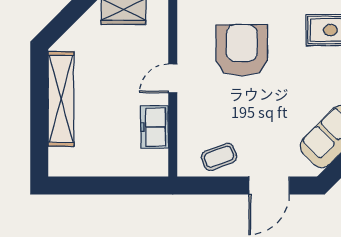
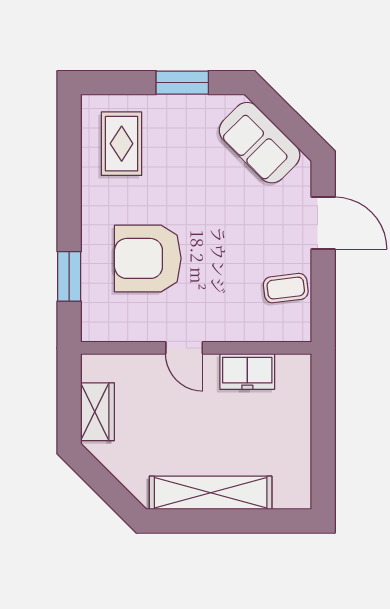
coffee table: (219, 157) -> (286, 288), turned -76

